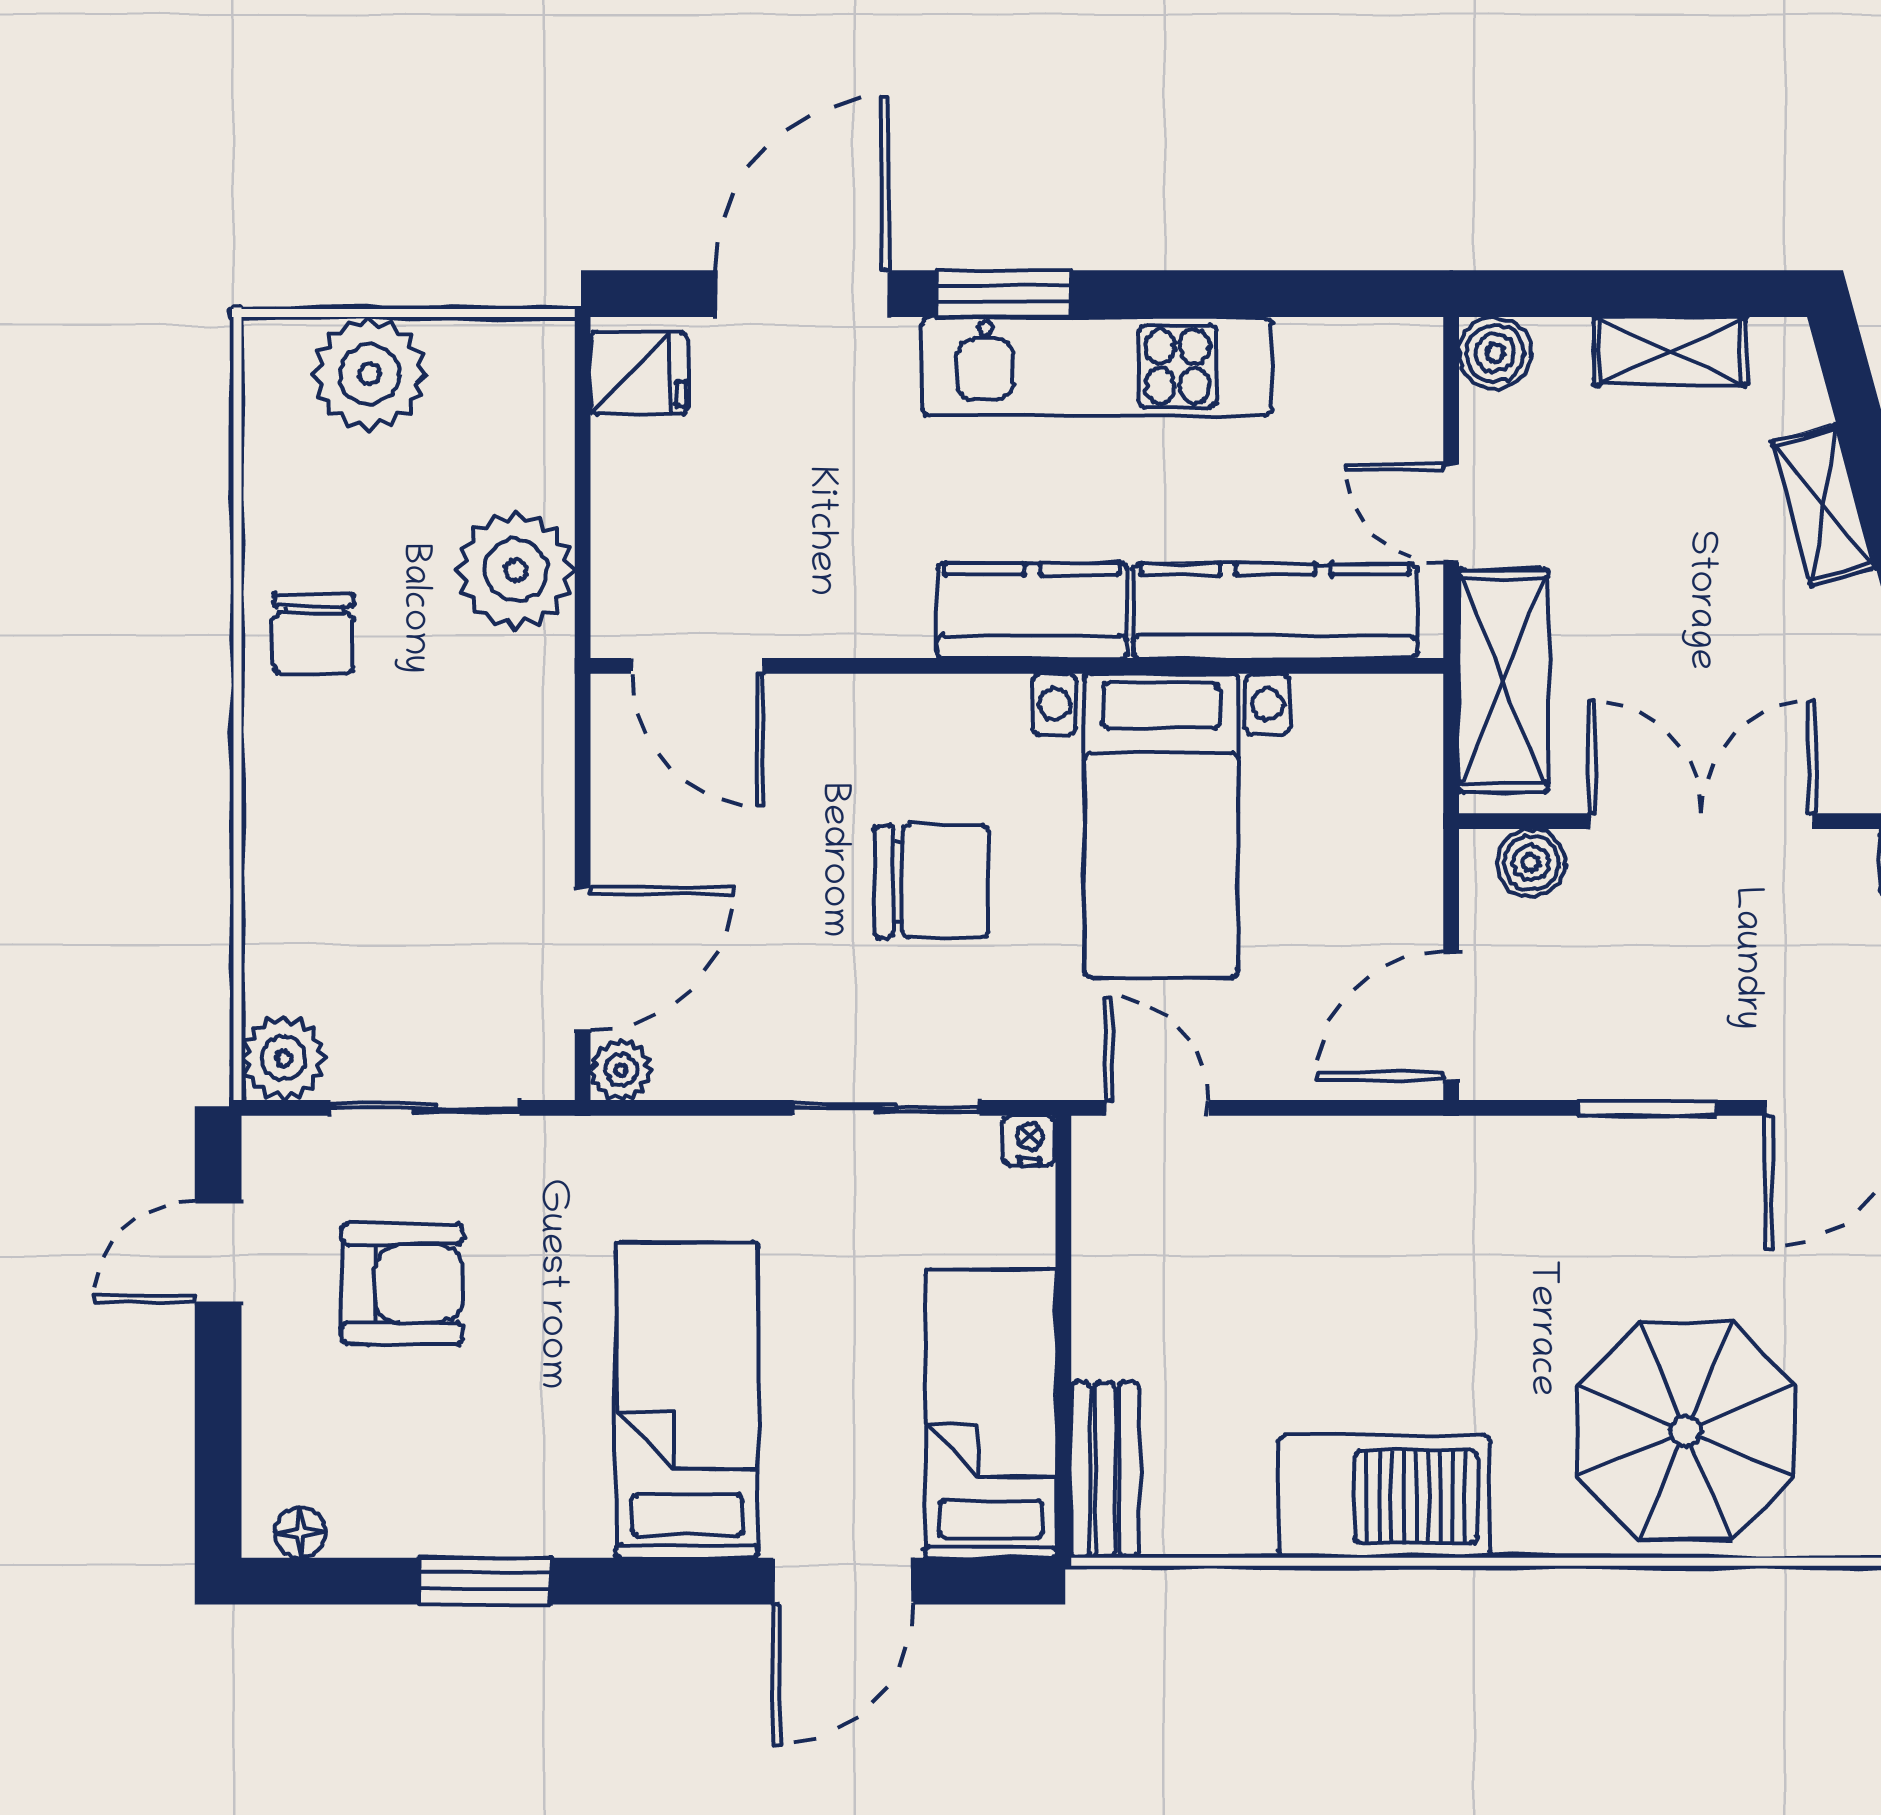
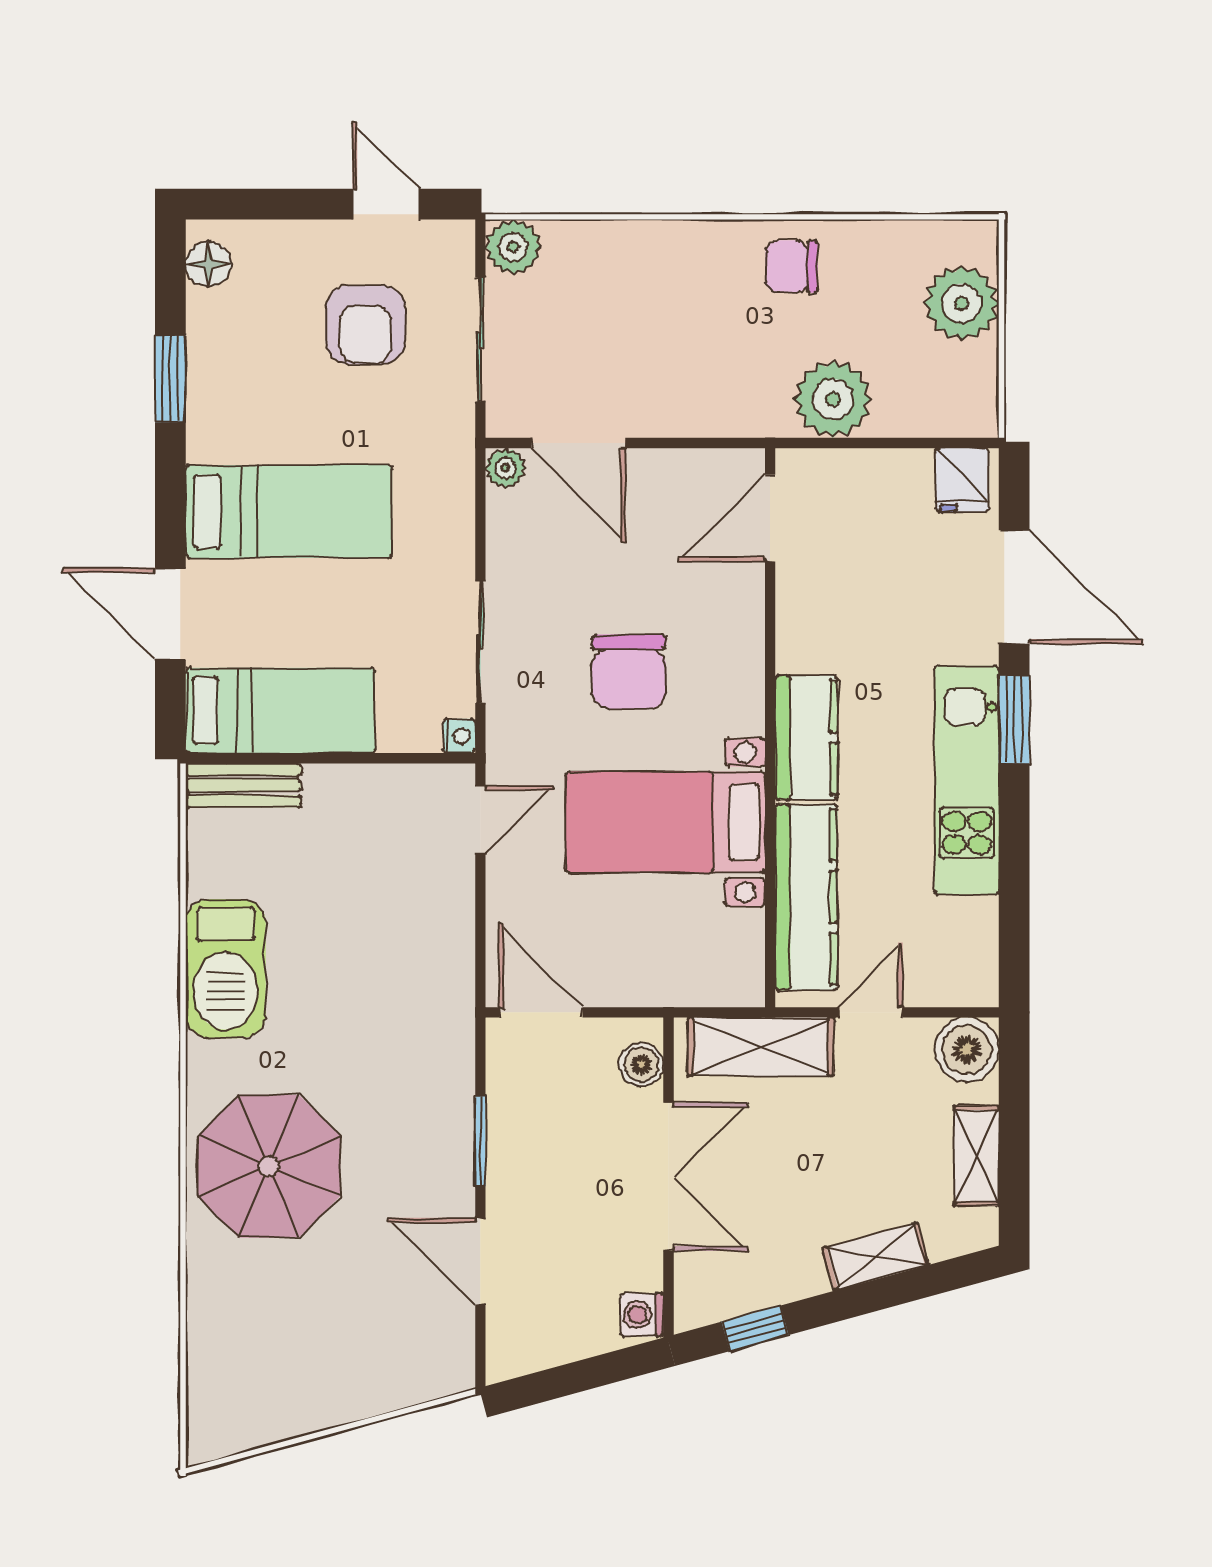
boiler: (1495, 353) -> (967, 1050), width x1.36, depth x1.36
floor lamp: (300, 1532) -> (208, 264), width x1.37, depth x1.37

